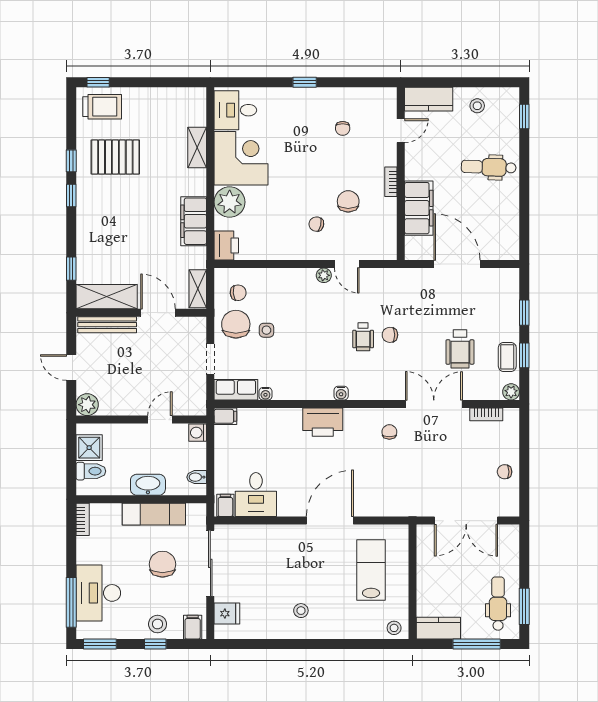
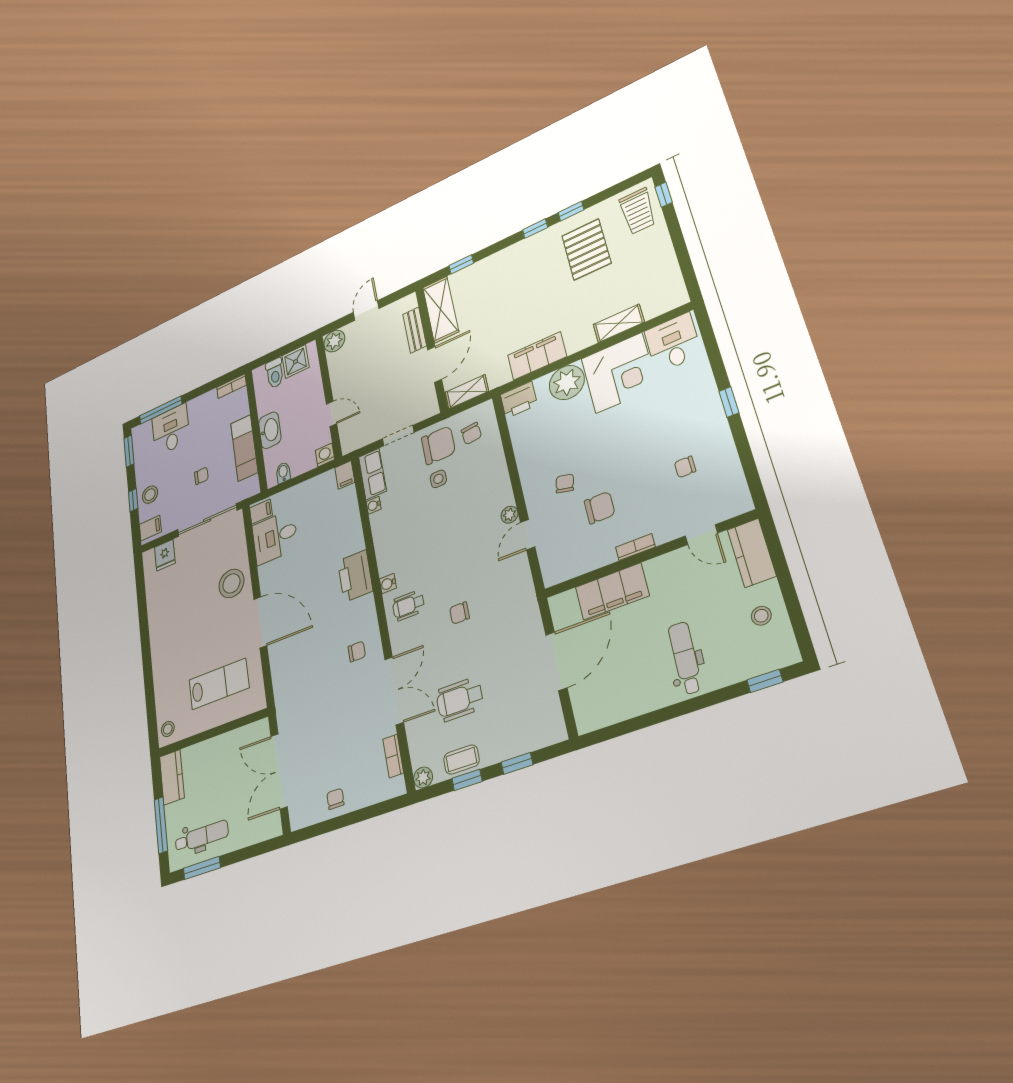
bench: (107, 325) -> (415, 330), width x0.73
chair: (390, 335) -> (459, 613), turned -90
wheelchair: (363, 337) -> (408, 605), moved
chair: (162, 564) -> (201, 476), width x0.54, depth x0.54
desk: (98, 593) -> (171, 430), width x0.73
stool: (301, 611) -> (232, 583), moved, width x1.89, depth x1.89

